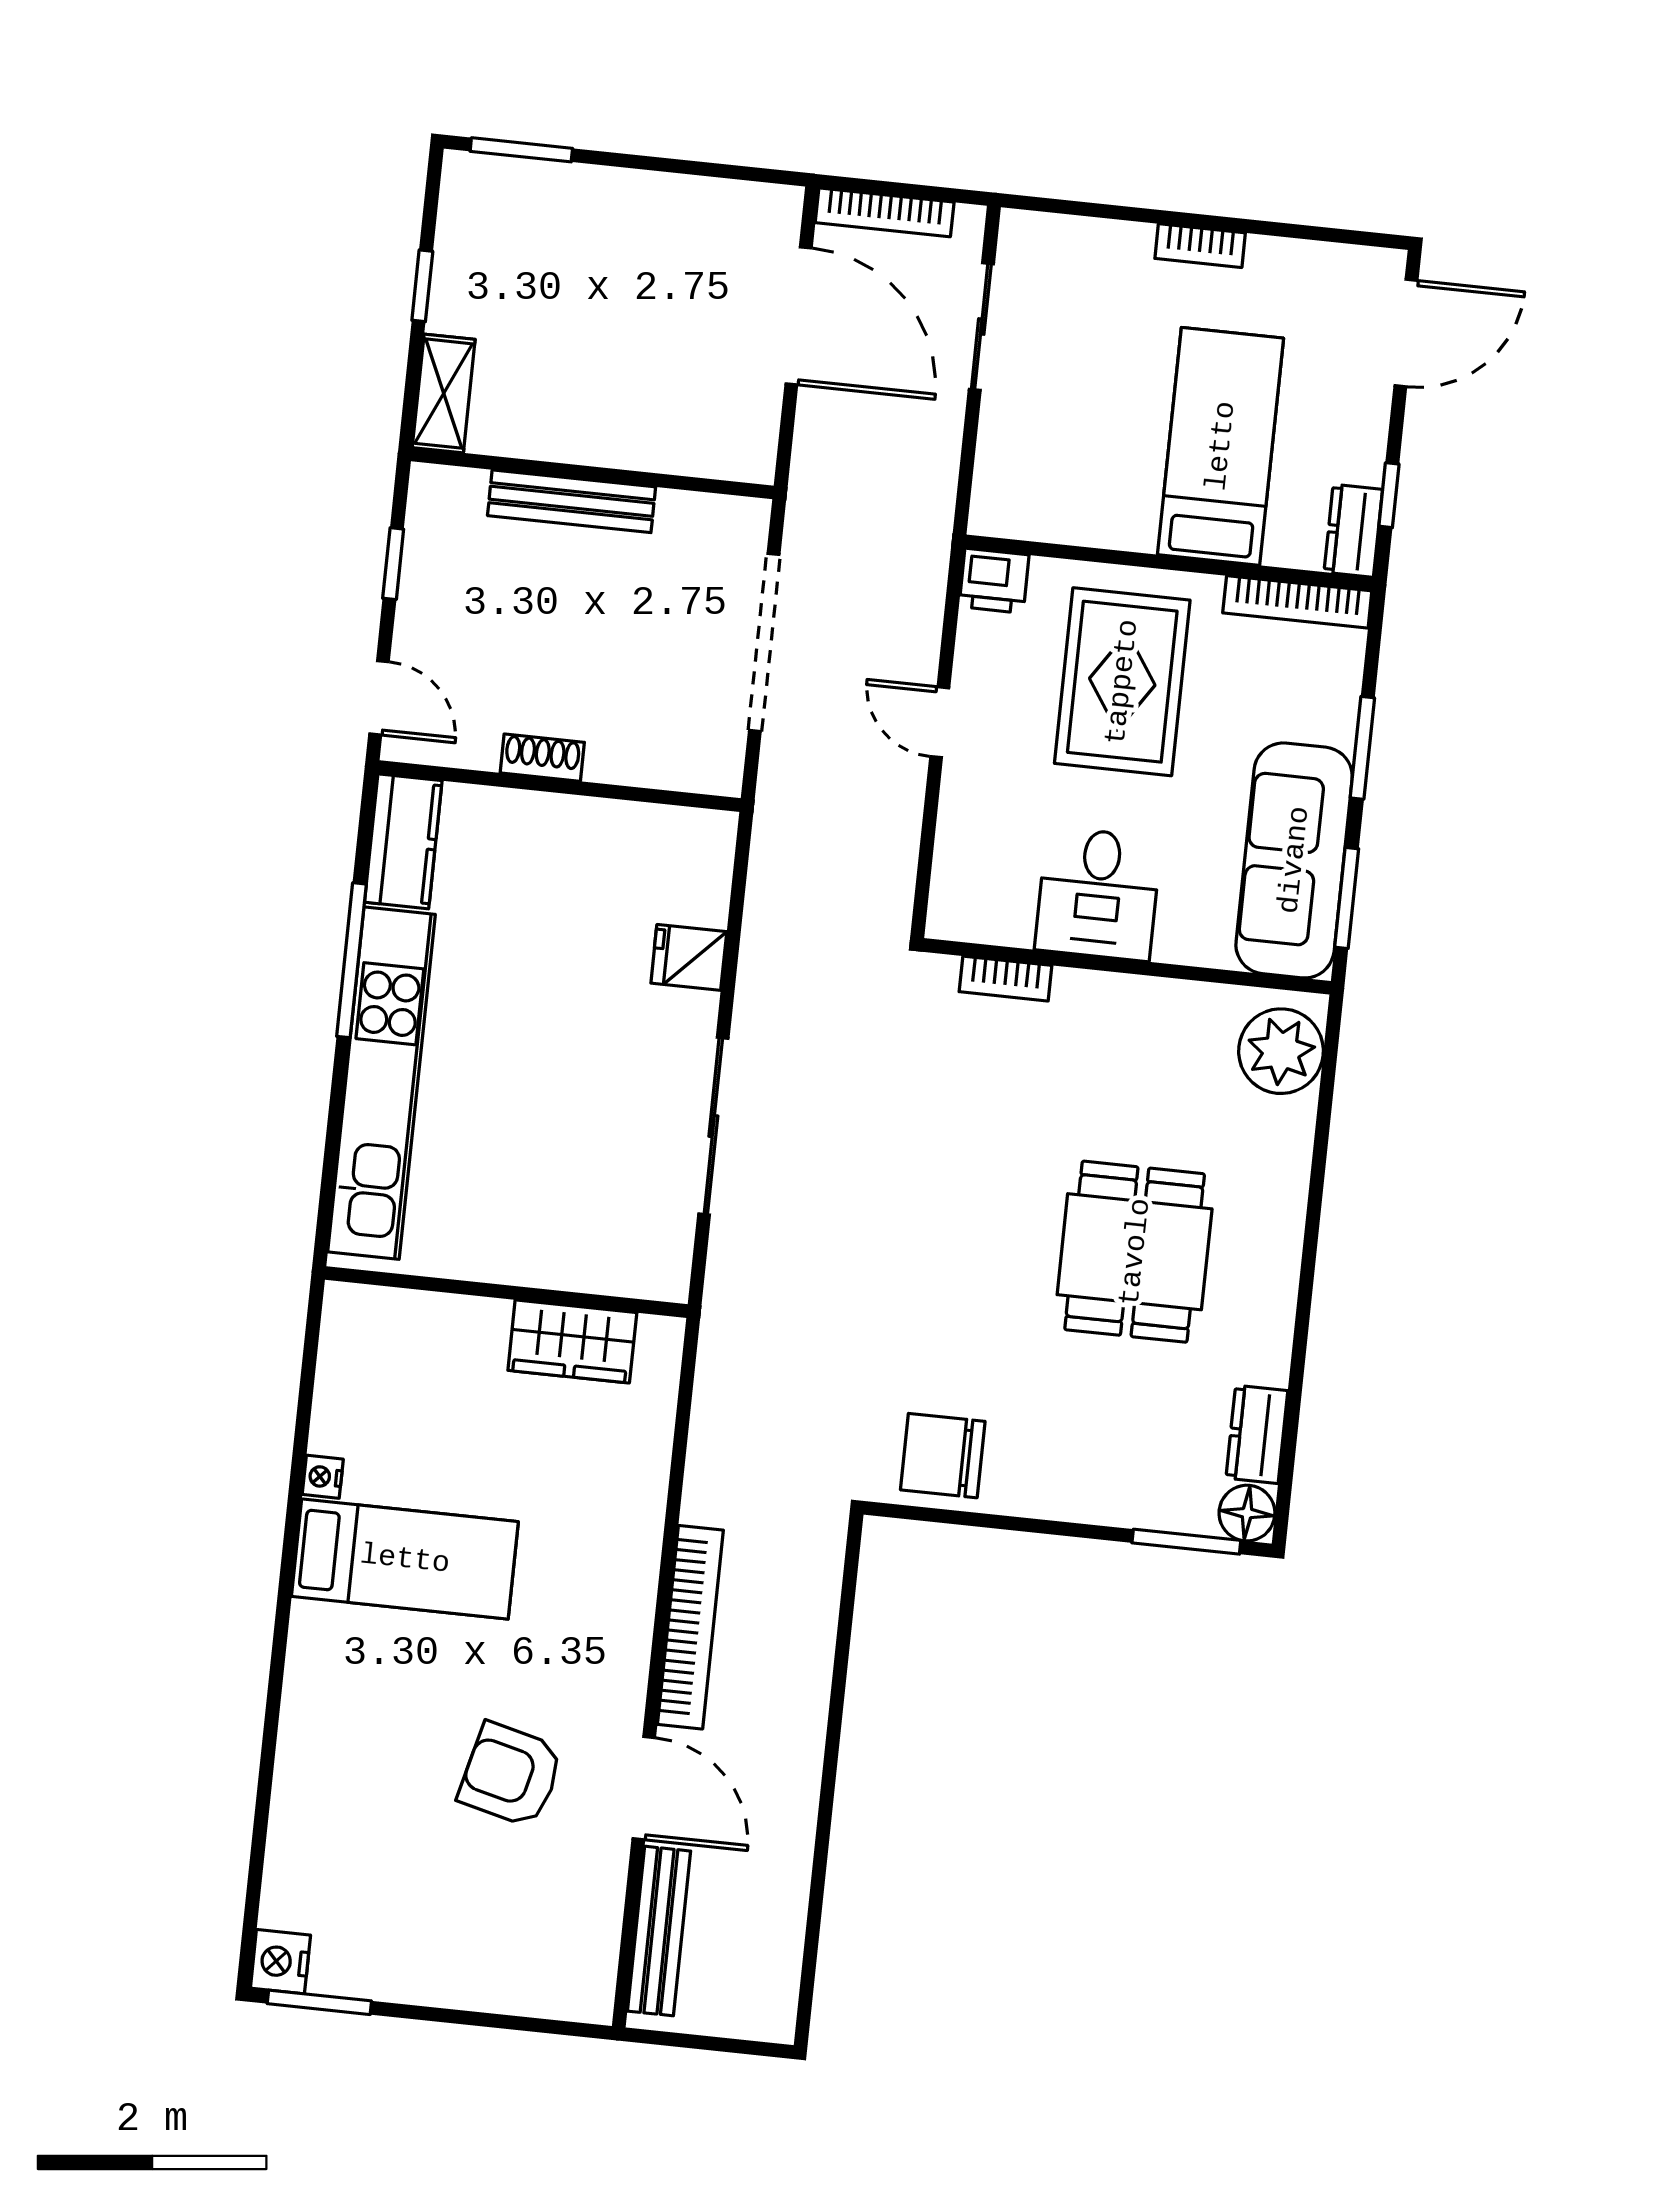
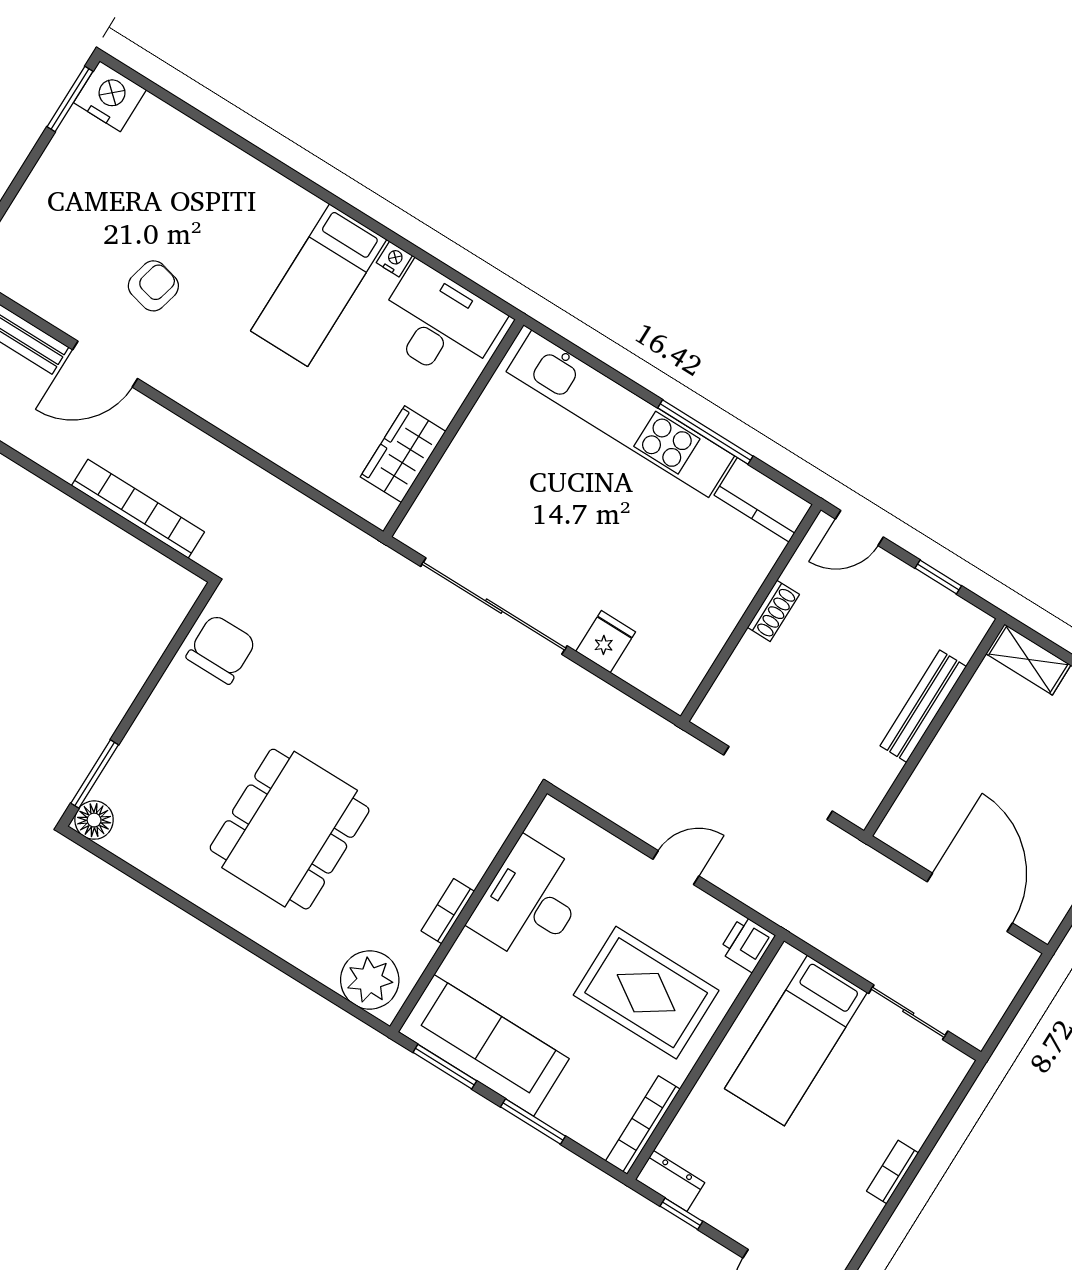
bookcase: (885, 212) -> (1008, 987), removed
door: (799, 316) -> (970, 902), swing flipped
bed: (1221, 446) -> (796, 1040), moved, turned 90
desk: (1098, 894) -> (530, 901), width x1.37
bookcase: (1005, 979) -> (448, 911), moved
sliding door: (713, 1126) -> (494, 606), width x1.36
dining table: (1135, 1252) -> (290, 829), width x1.38
desk: (378, 1377) -> (439, 323), added
dresser: (1257, 1434) -> (140, 850), removed
bookcase: (690, 1627) -> (138, 509), moved, turned 180
armchair: (511, 1775) -> (153, 286), width x0.72, depth x0.72
nightstand: (280, 1962) -> (110, 96), width x1.36, depth x1.33

